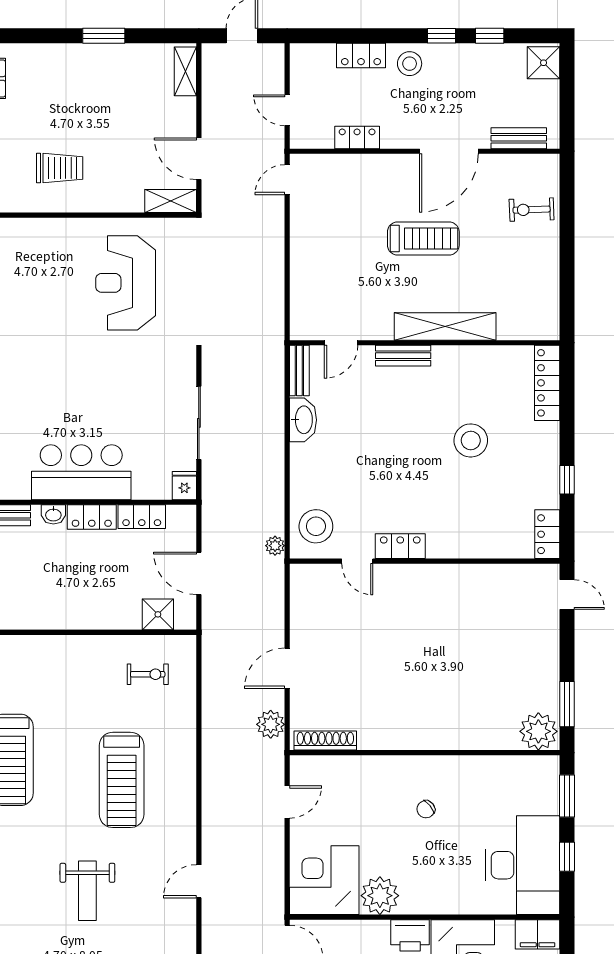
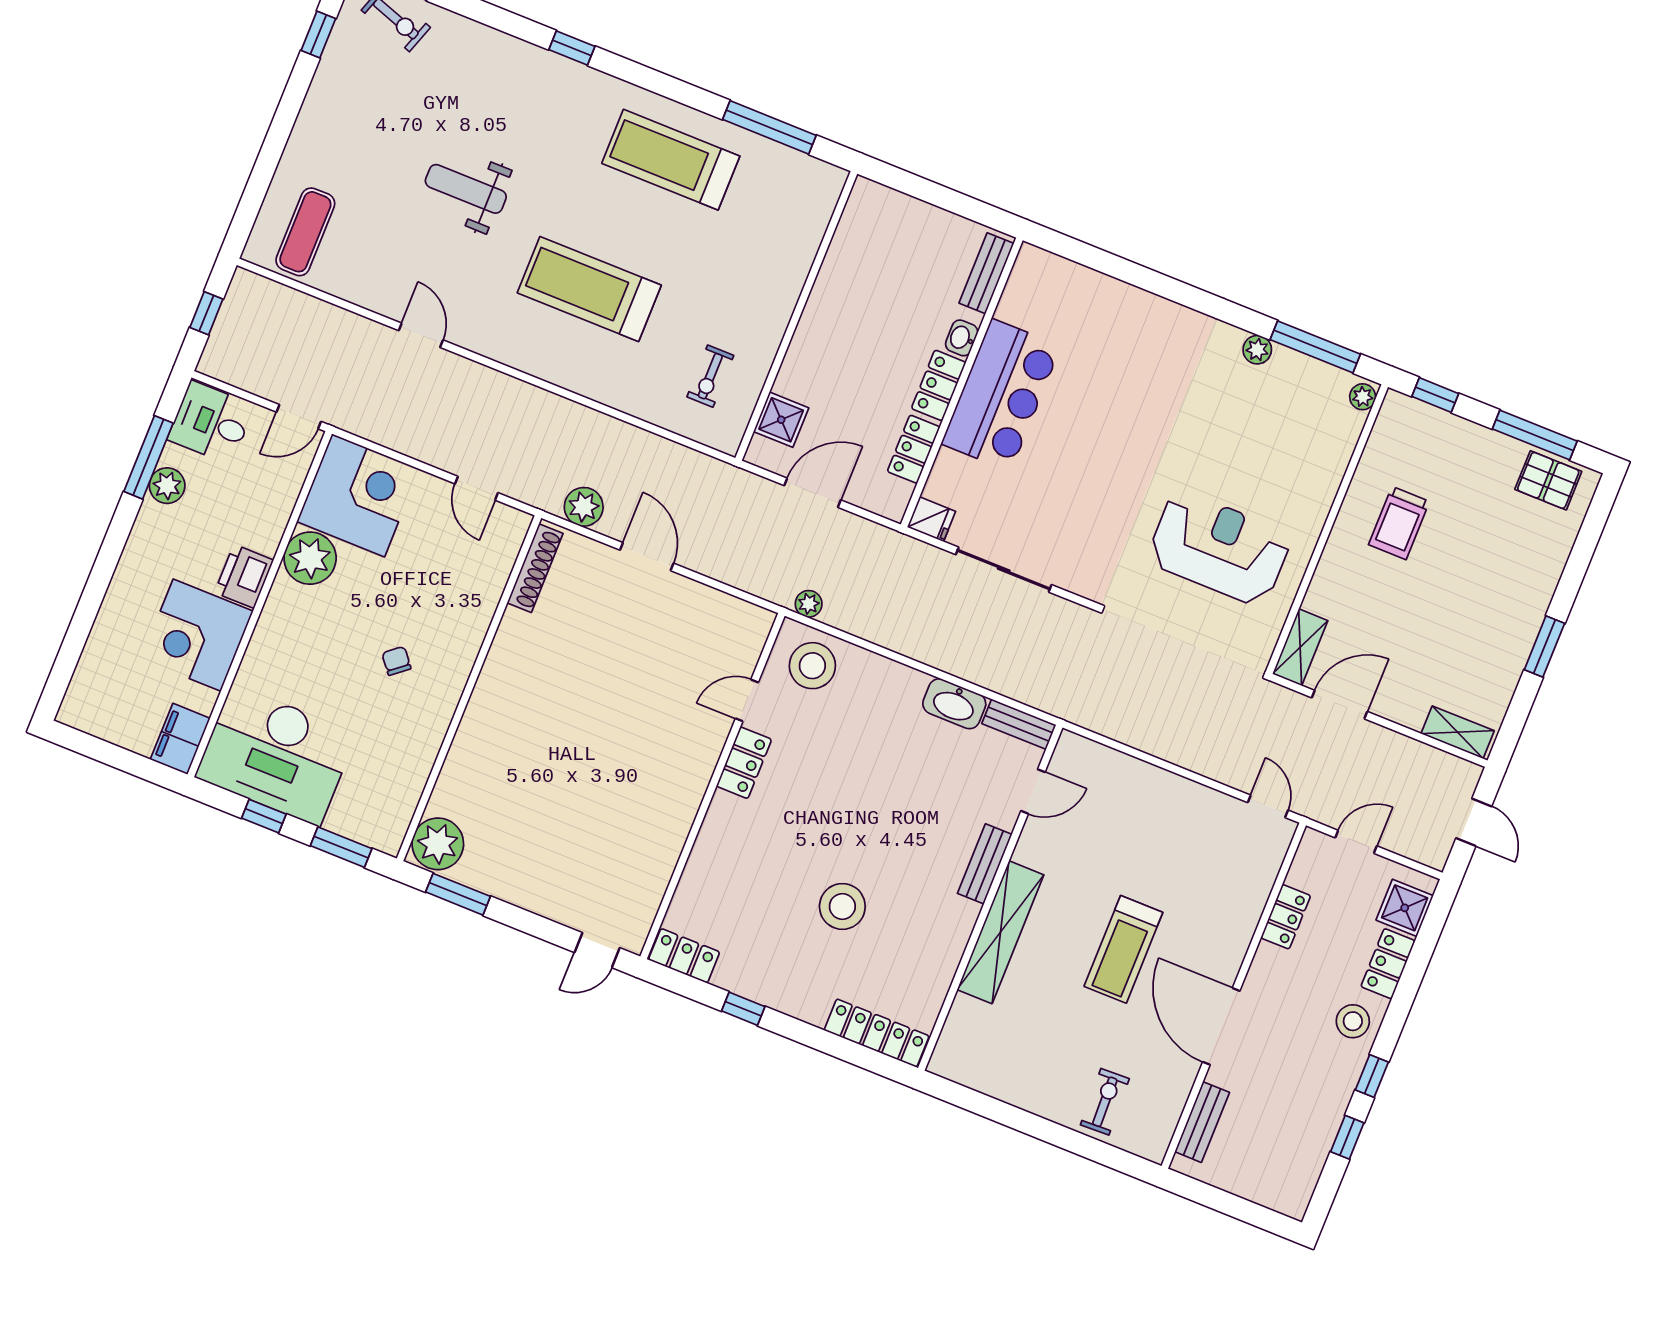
shower: (544, 63) -> (1405, 908), moved
door: (341, 343) -> (1033, 791), swing flipped

